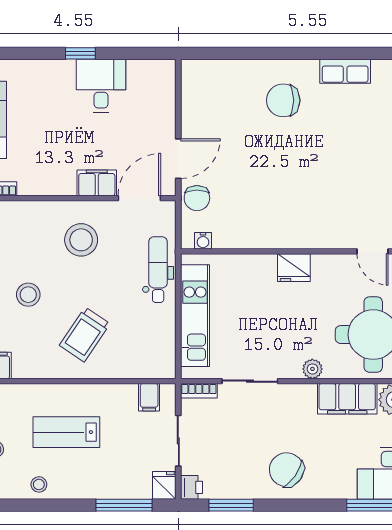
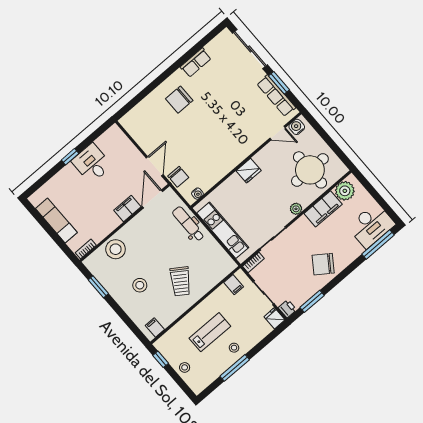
stool: (81, 240) -> (116, 249), moved
lab bench: (66, 432) -> (210, 332), turned 180
stool: (39, 484) -> (234, 348), moved
window: (124, 505) -> (235, 368), moved

